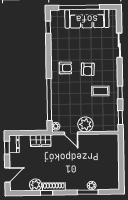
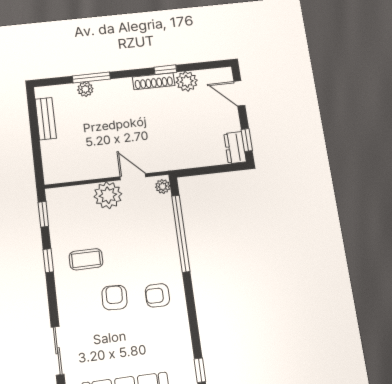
wardrobe: (41, 141) -> (187, 158), removed
bench: (115, 171) -> (46, 119), added
door: (7, 175) -> (239, 93), hinge flipped

